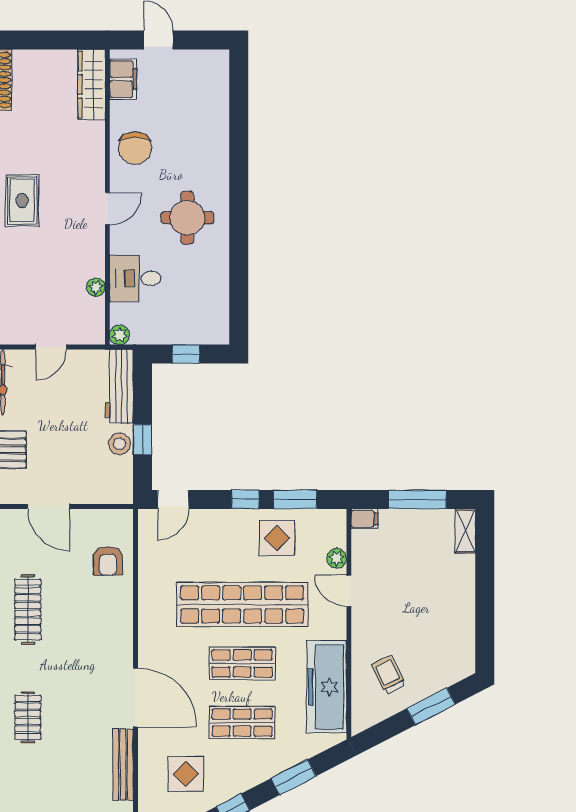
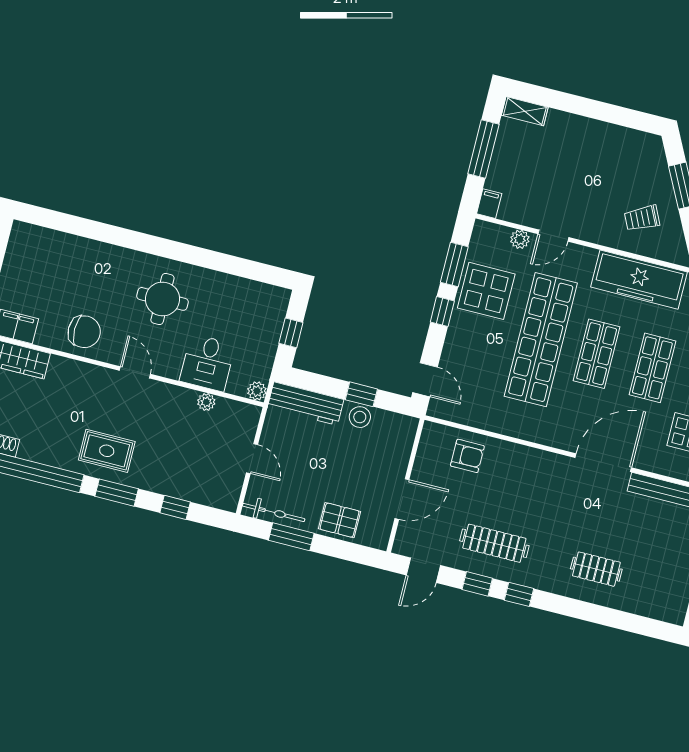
display table: (277, 538) -> (486, 291), width x1.36, depth x1.36

